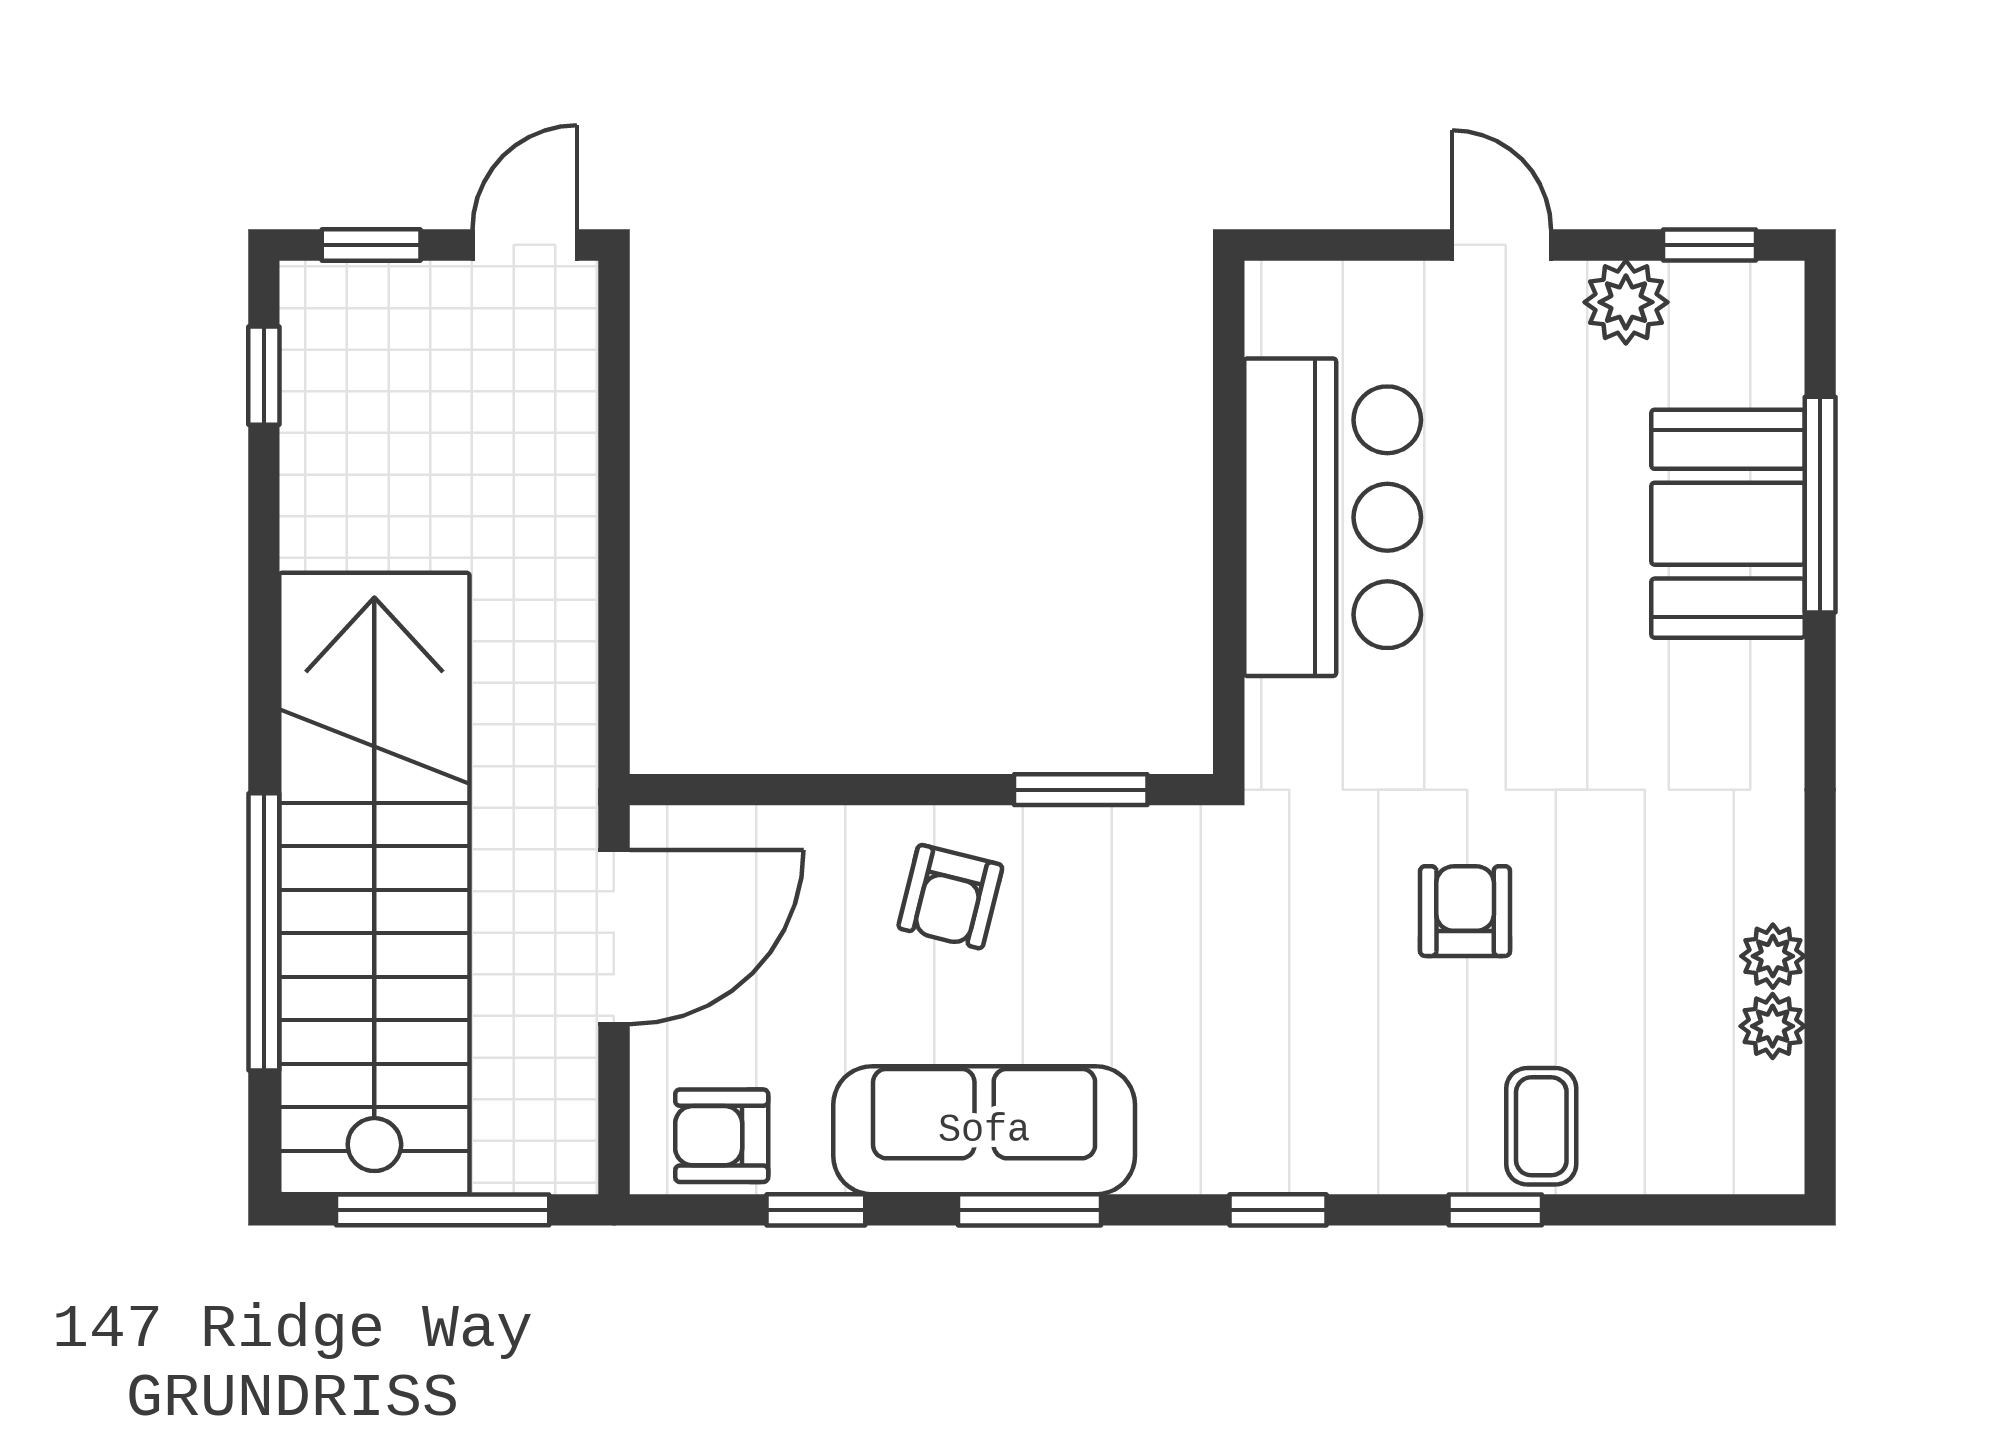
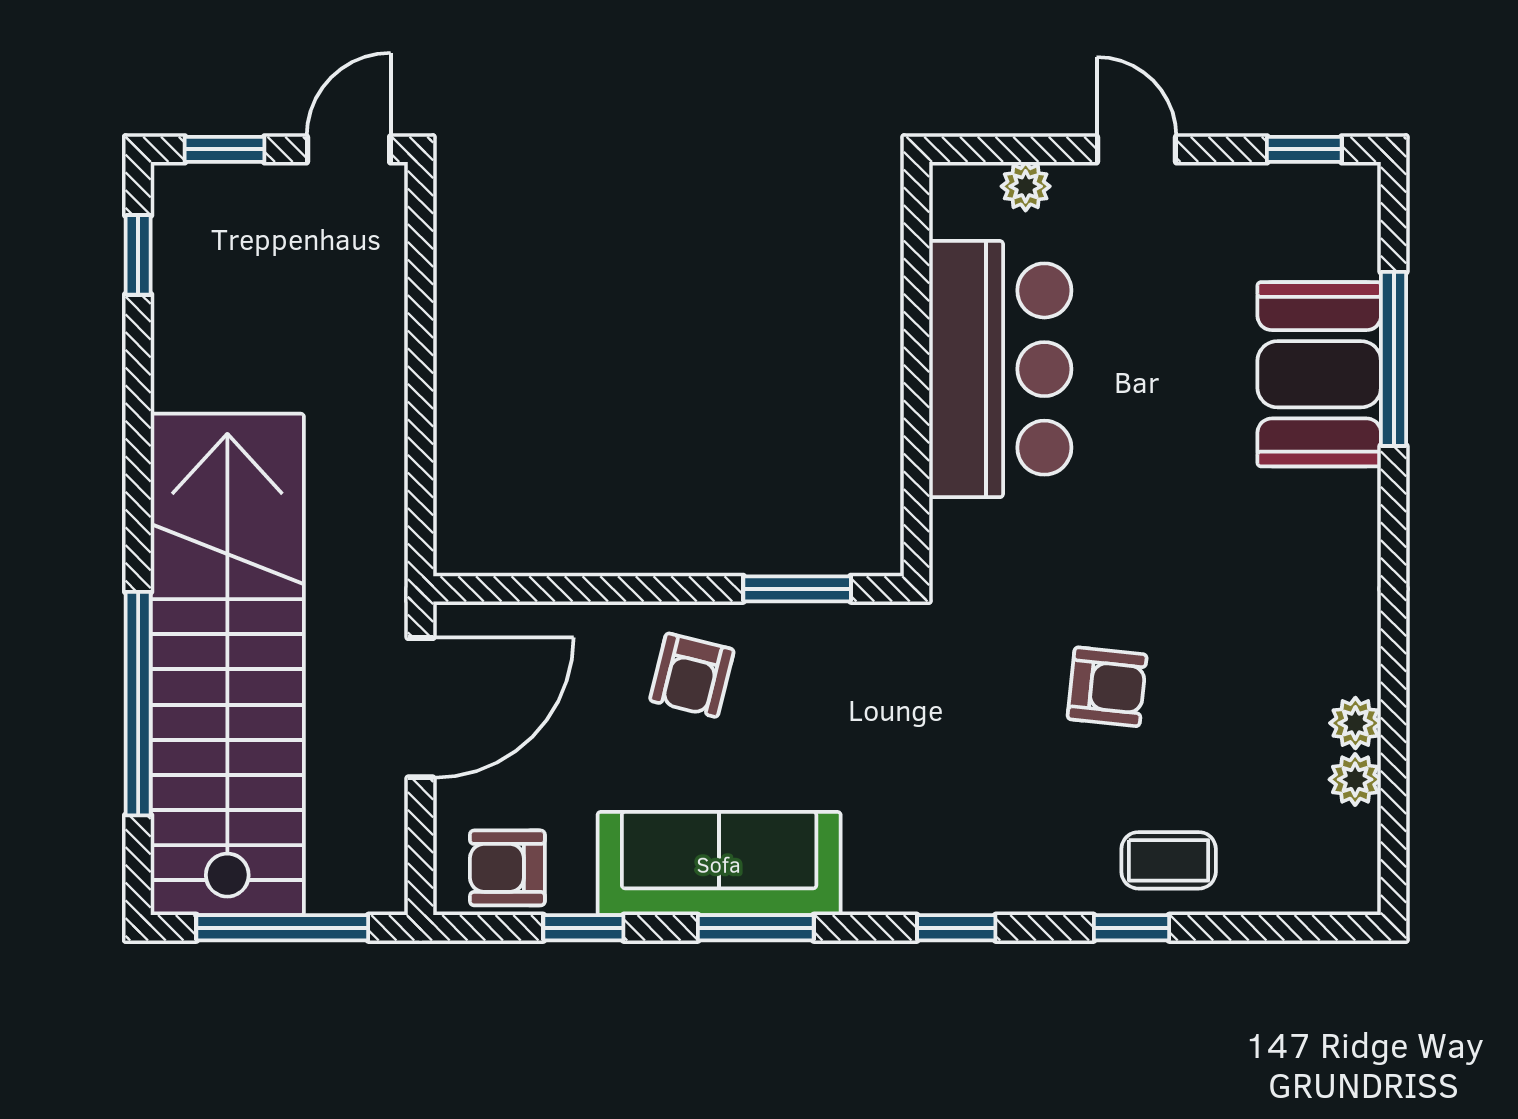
plant: (1626, 302) -> (1026, 186), moved, width x0.73, depth x0.73
armchair: (1465, 911) -> (1107, 687), turned 96
coffee table: (1541, 1126) -> (1169, 860), turned 90

